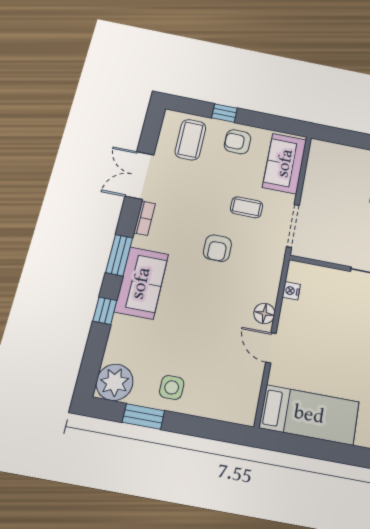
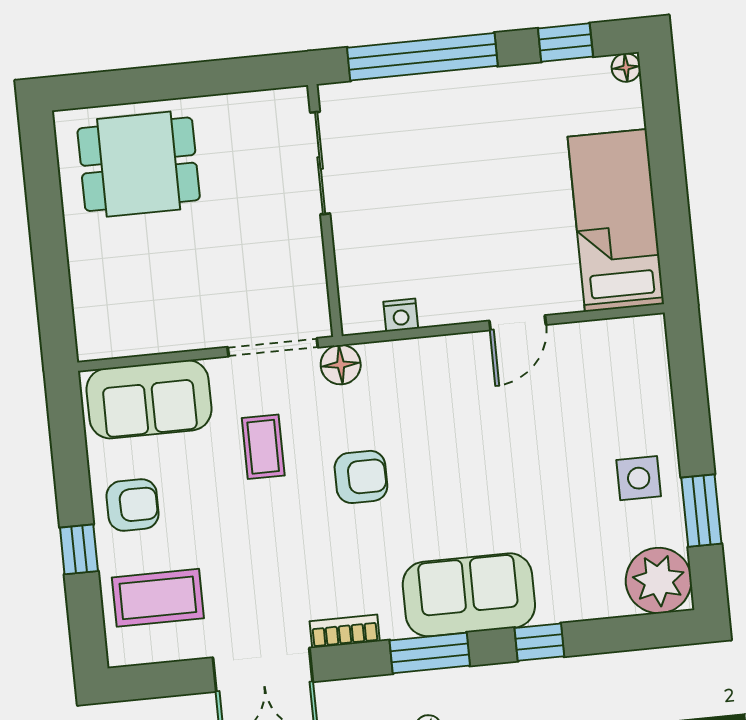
armchair: (238, 142) -> (133, 505), turned -91
floor lamp: (264, 313) -> (341, 365), moved

